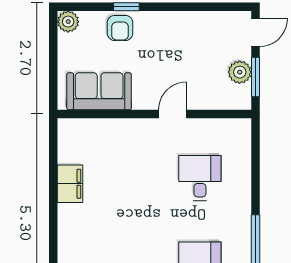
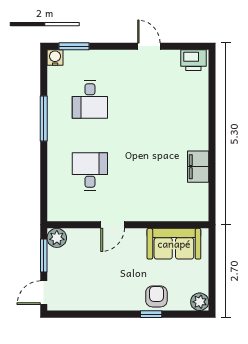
plant: (240, 72) -> (57, 238), moved
desk: (200, 178) -> (90, 172), turned 180

